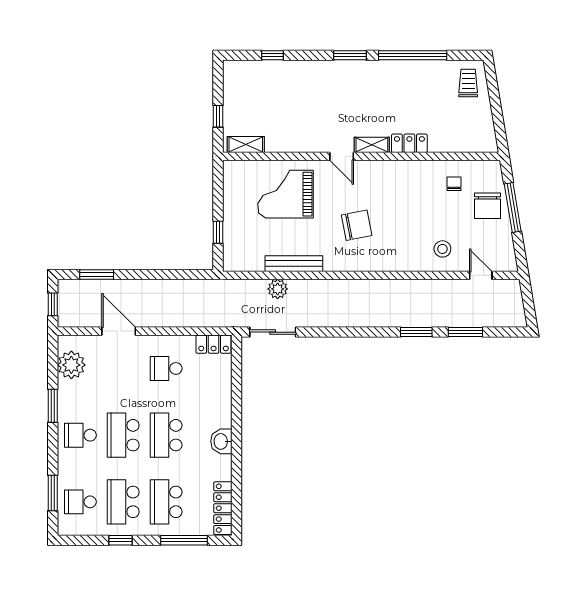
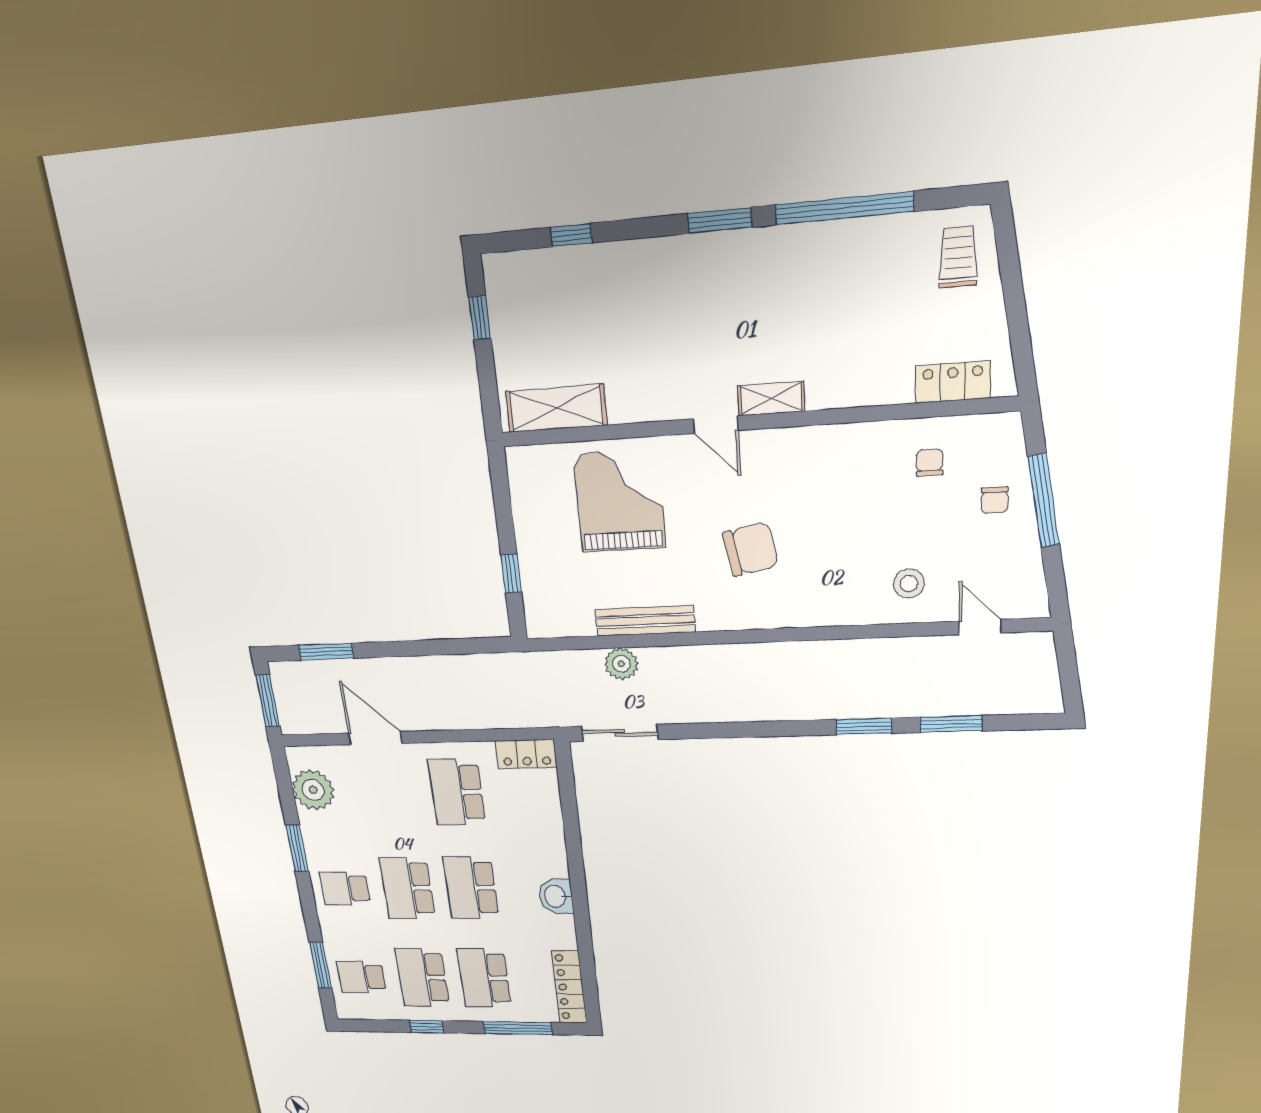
window: (218, 116) -> (480, 318), moved
locker: (409, 143) -> (953, 382), moved
shelving: (246, 145) -> (556, 408), width x1.50, depth x1.33
grand piano: (285, 194) -> (620, 501), turned 90
chair: (488, 206) -> (995, 500), width x0.54, depth x0.54
window: (53, 304) -> (268, 701), width x1.50
school desk: (166, 368) -> (457, 792), width x1.85

